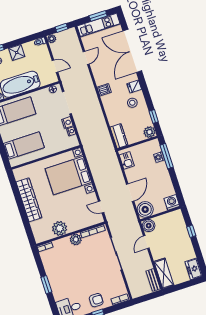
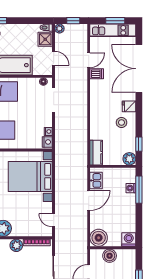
shower: (17, 52) -> (45, 39), moved
dishwasher: (104, 90) -> (97, 74), moved
nightstand: (67, 123) -> (47, 142), moved
door: (130, 193) -> (89, 200), moved
boiler: (149, 226) -> (110, 256), moved

